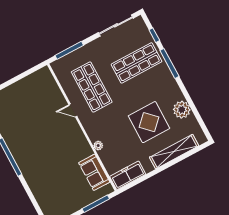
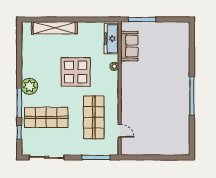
door: (73, 110) -> (120, 131), moved
plant: (182, 110) -> (30, 86), moved
display table: (149, 122) -> (76, 72), moved
freezer: (128, 175) -> (111, 39), moved, turned 90

